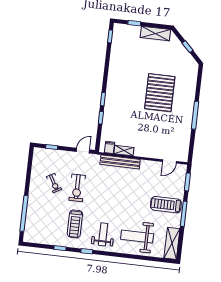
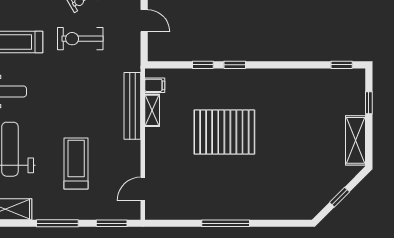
pallet: (160, 93) -> (224, 132), moved
door: (83, 151) -> (144, 21), moved
door: (169, 161) -> (143, 189), hinge flipped
treadmill: (166, 205) -> (76, 164), moved

